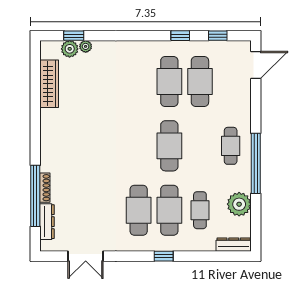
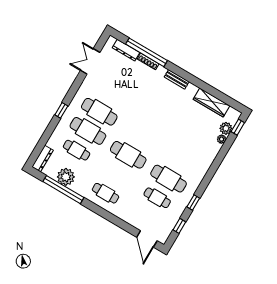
window: (74, 36) -> (238, 127), moved
cafe table: (200, 81) -> (157, 198), width x0.73, depth x0.74
bench: (46, 141) -> (177, 79), added
window: (256, 163) -> (63, 190), moved

